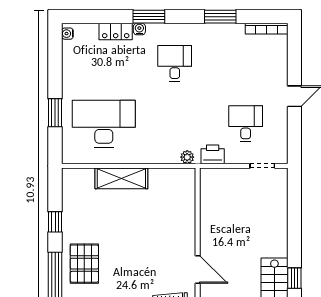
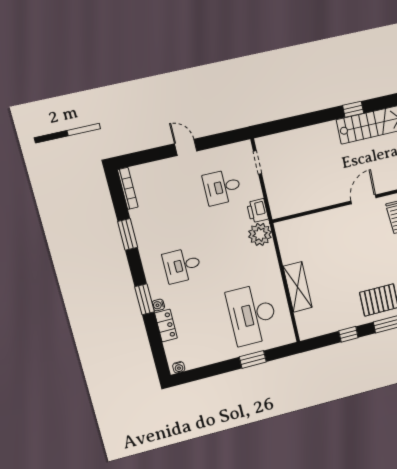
plant: (187, 157) -> (260, 234), width x1.88, depth x1.88

